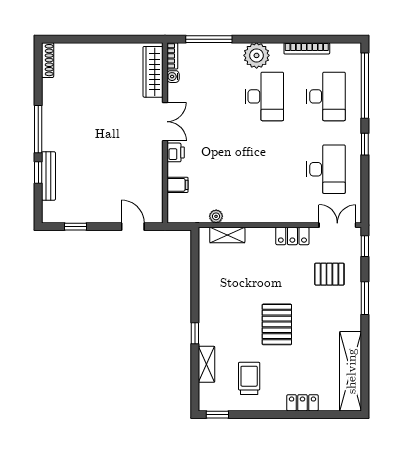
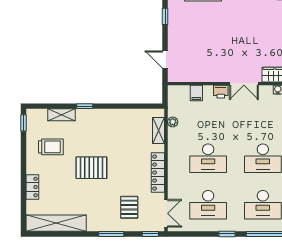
desk: (264, 169) -> (208, 158), added
door: (133, 227) -> (165, 59), swing flipped
locker: (292, 236) -> (158, 173), width x1.53

